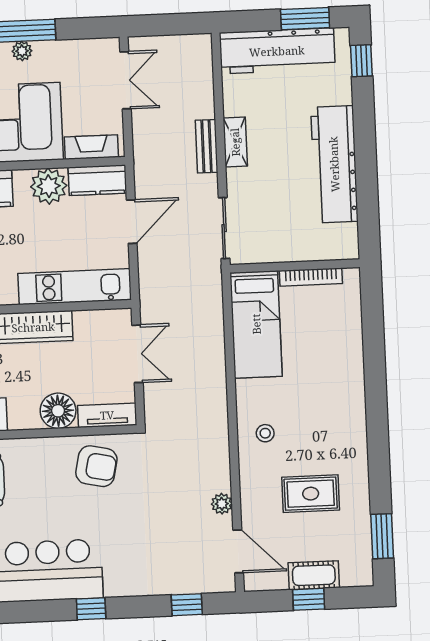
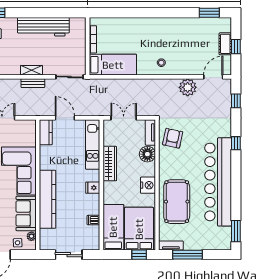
fireplace: (91, 147) -> (31, 134), removed
plant: (49, 186) -> (48, 154), removed
rug: (311, 494) -> (189, 44), removed
plant: (222, 504) -> (188, 87), width x1.88, depth x1.88

